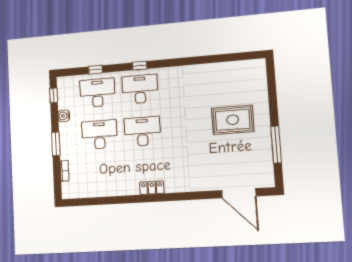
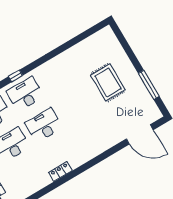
rug: (233, 120) -> (108, 82), turned 90
locker: (152, 188) -> (60, 171), moved

